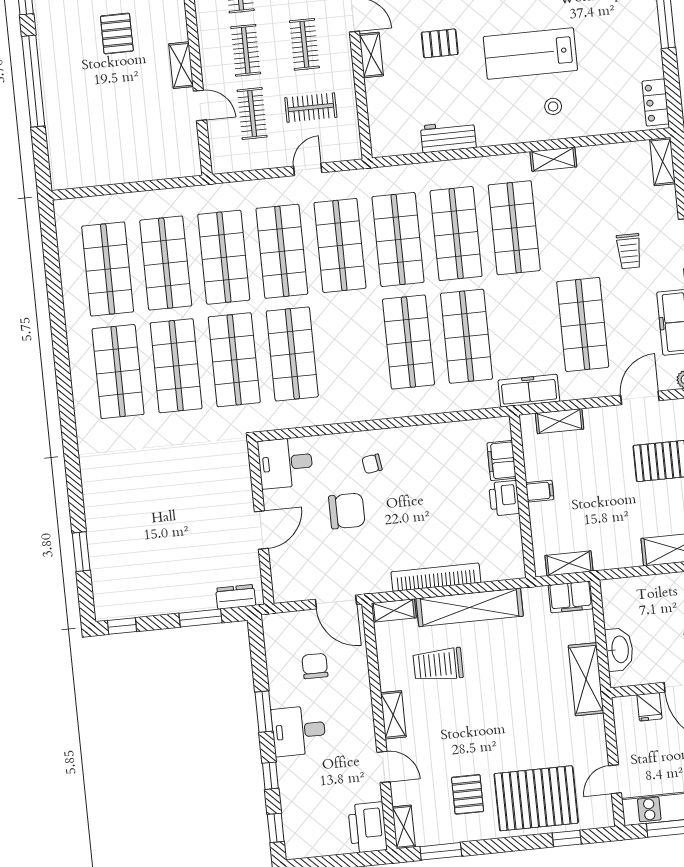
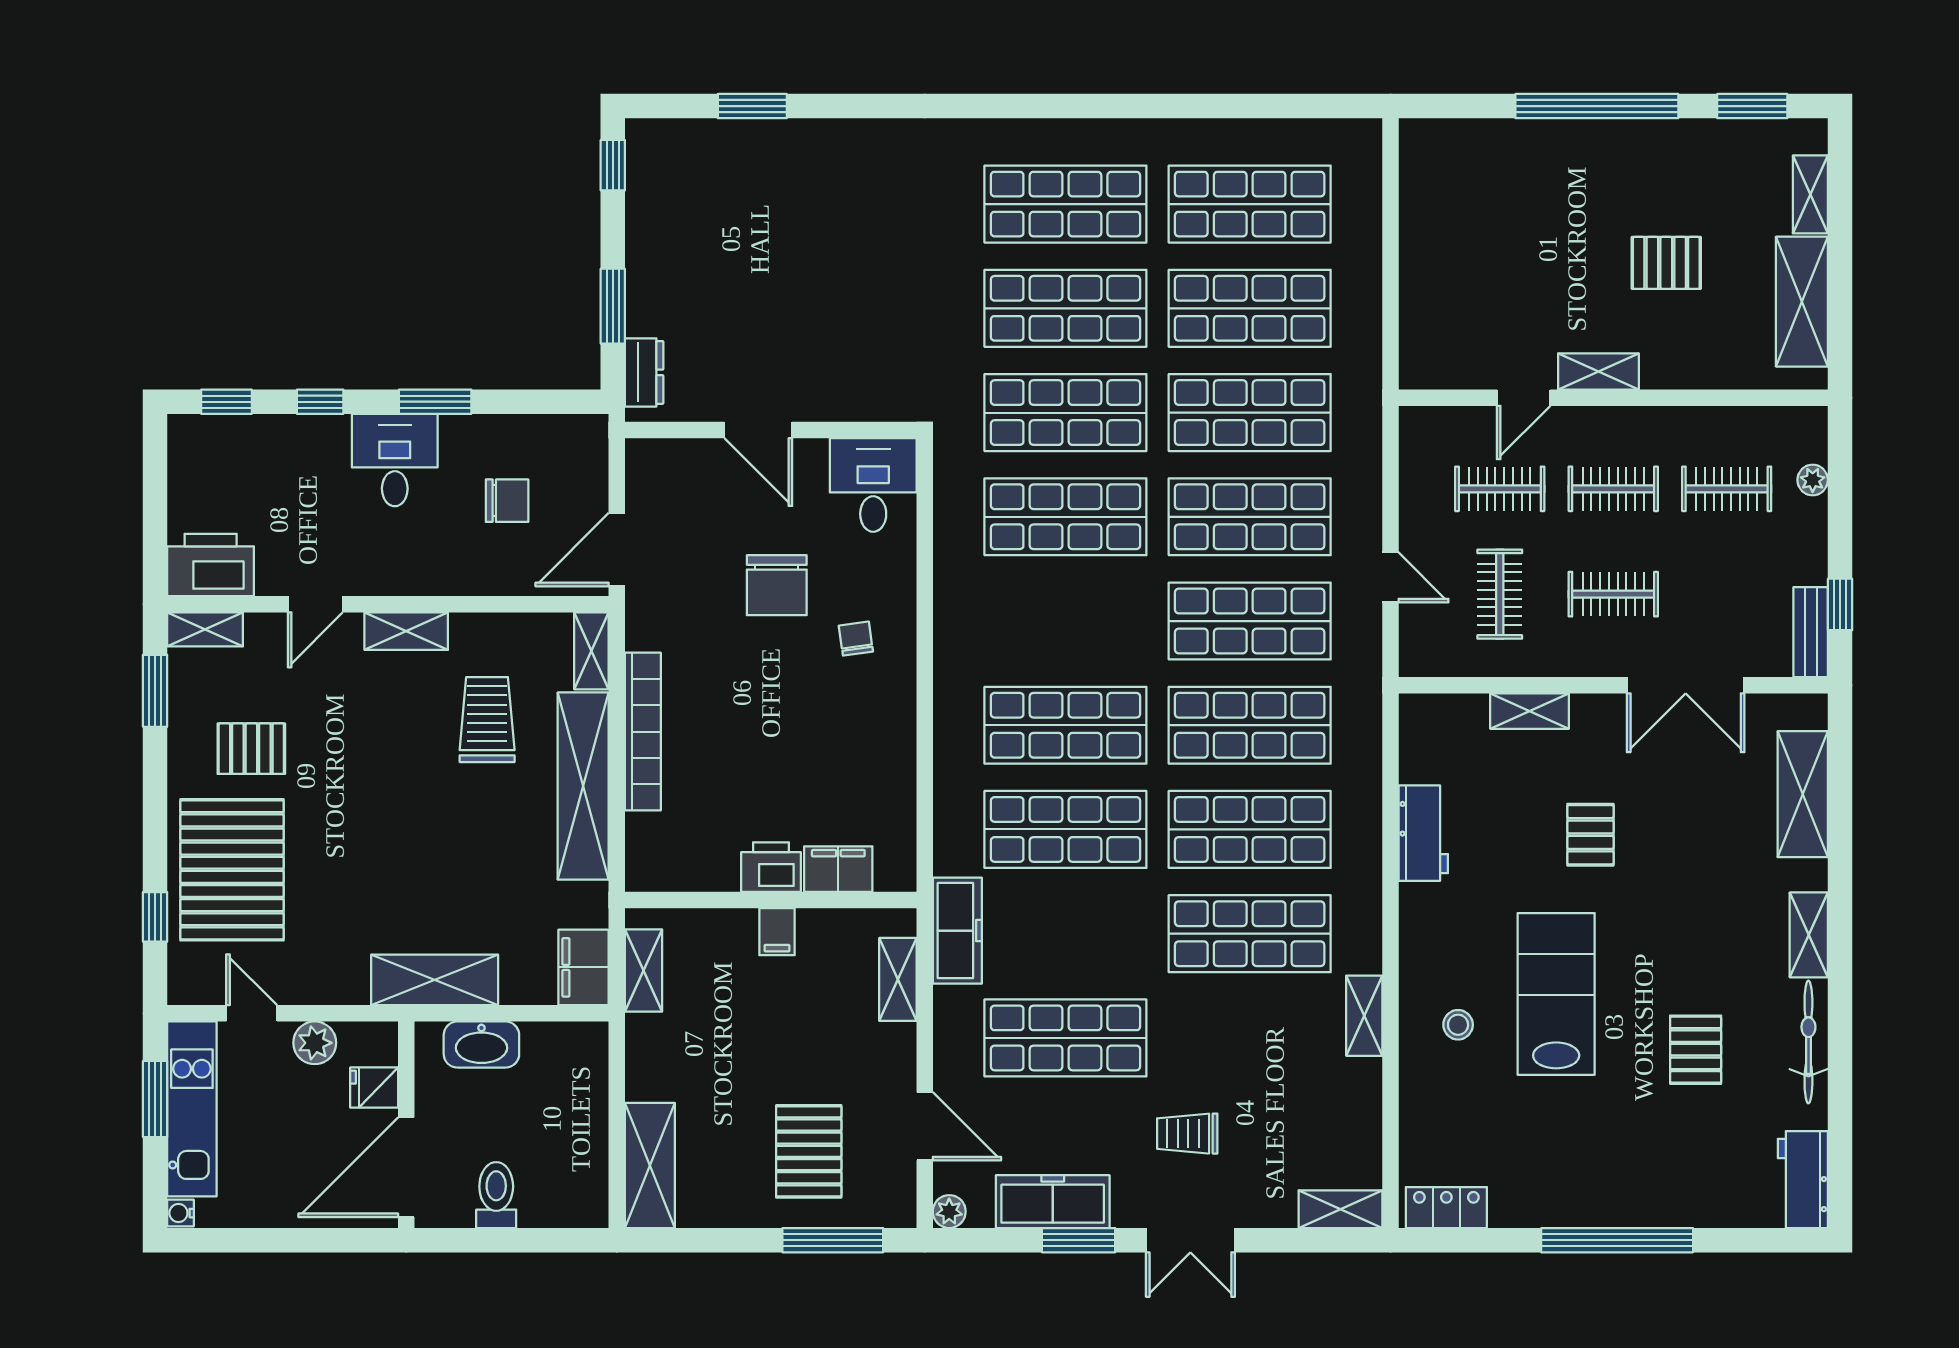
shelving: (371, 55) -> (1529, 711), moved
plant: (628, 742) -> (315, 1043), added

